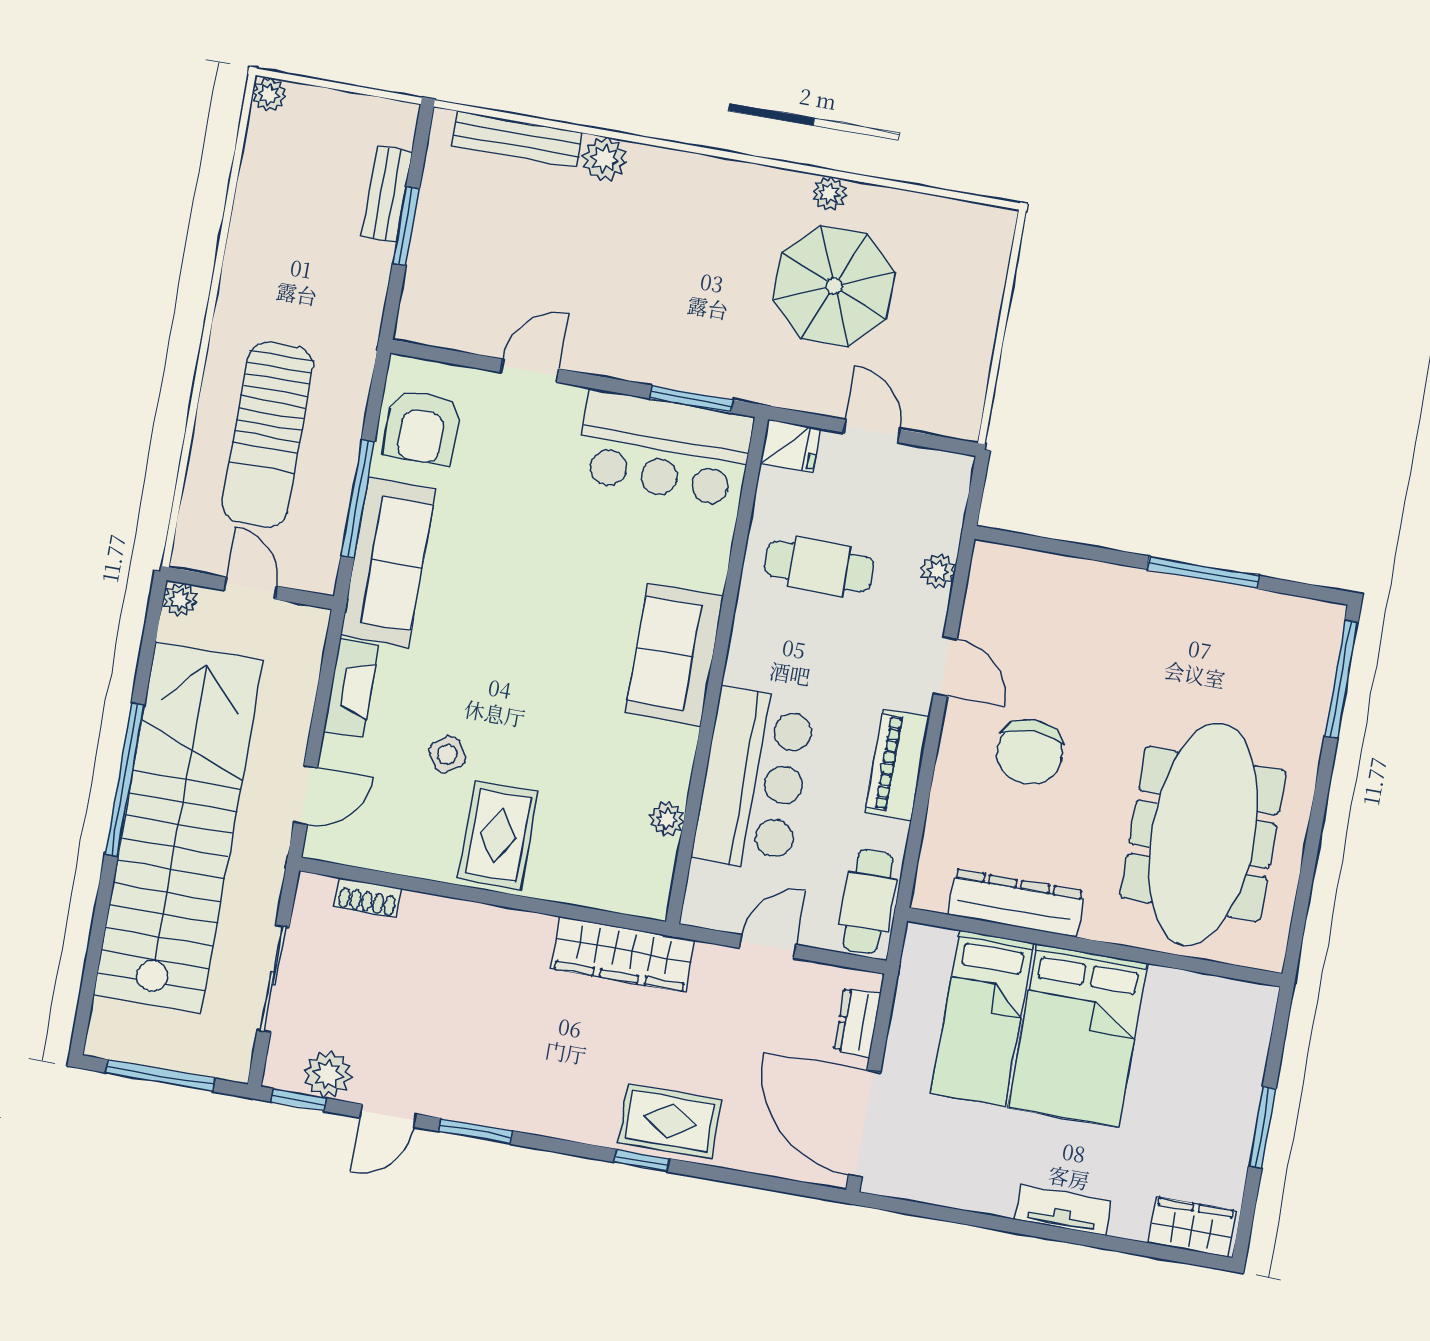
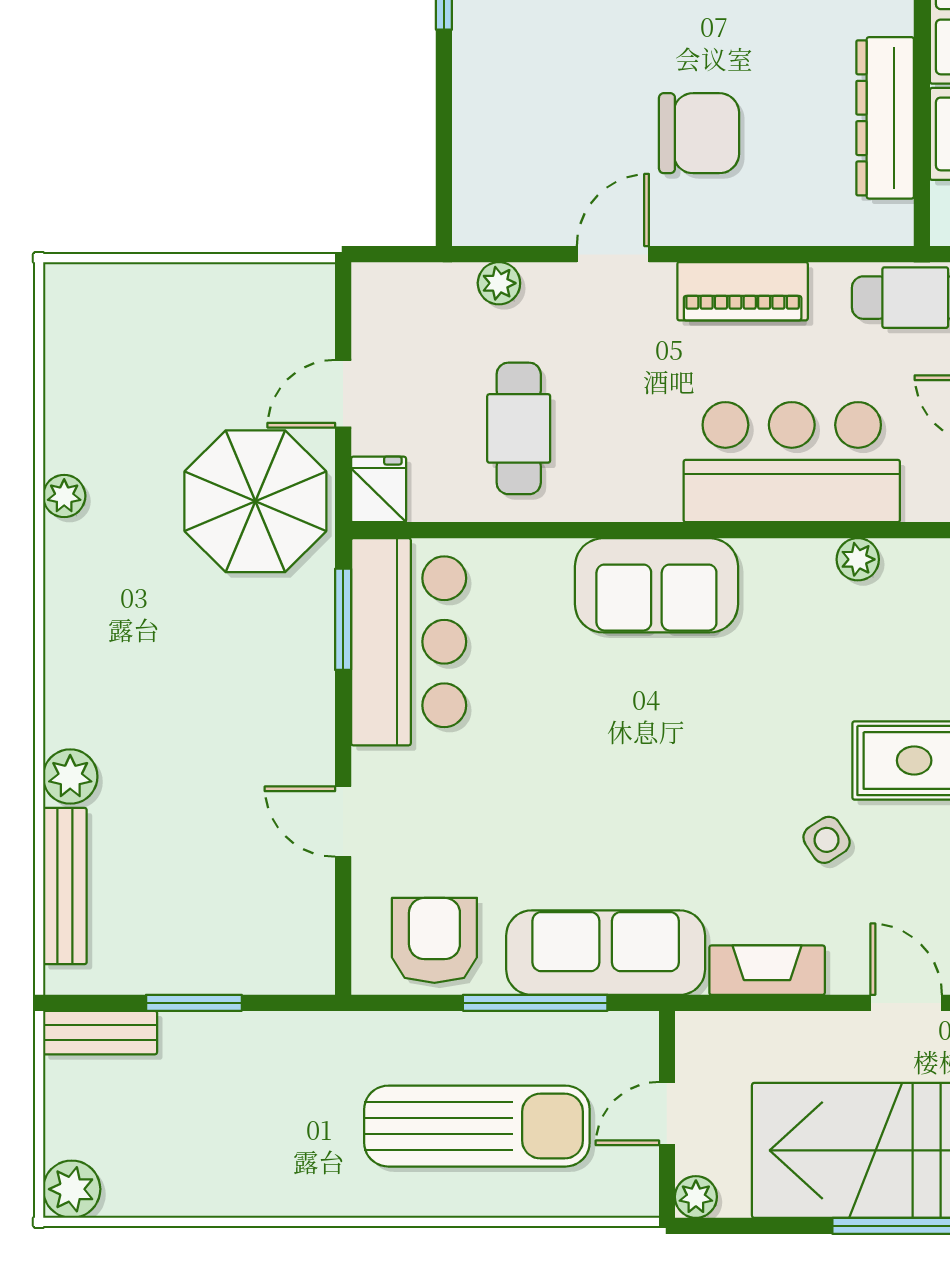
plant: (269, 95) -> (72, 1189), width x1.38, depth x1.38
bench: (387, 194) -> (100, 1033), moved
parasol: (834, 286) -> (255, 501), moved
armchair: (422, 427) -> (434, 940), turned -90

